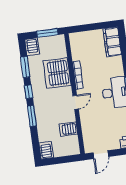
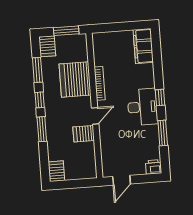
server rack: (68, 129) -> (84, 134), moved

